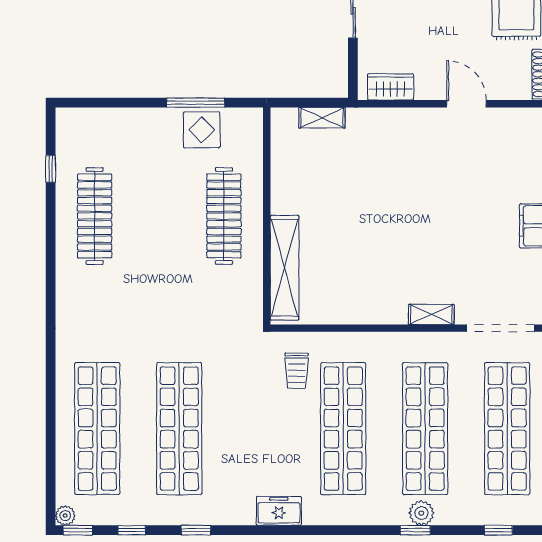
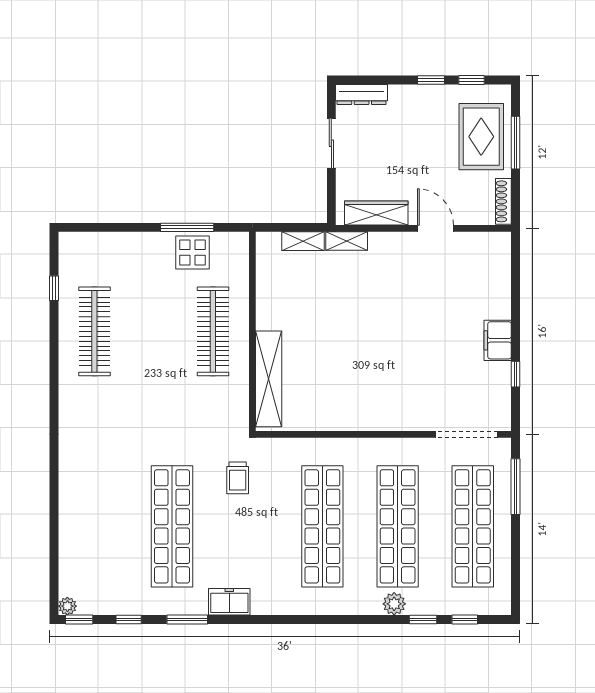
wardrobe: (390, 87) -> (376, 213), width x1.50
shelving: (431, 314) -> (347, 241), moved
trolley: (297, 371) -> (238, 478), moved
shop shelf: (97, 429) -> (97, 526), removed
freezer: (279, 511) -> (229, 602), moved
window: (196, 530) -> (187, 620), width x1.50
window: (415, 530) -> (423, 620), moved

